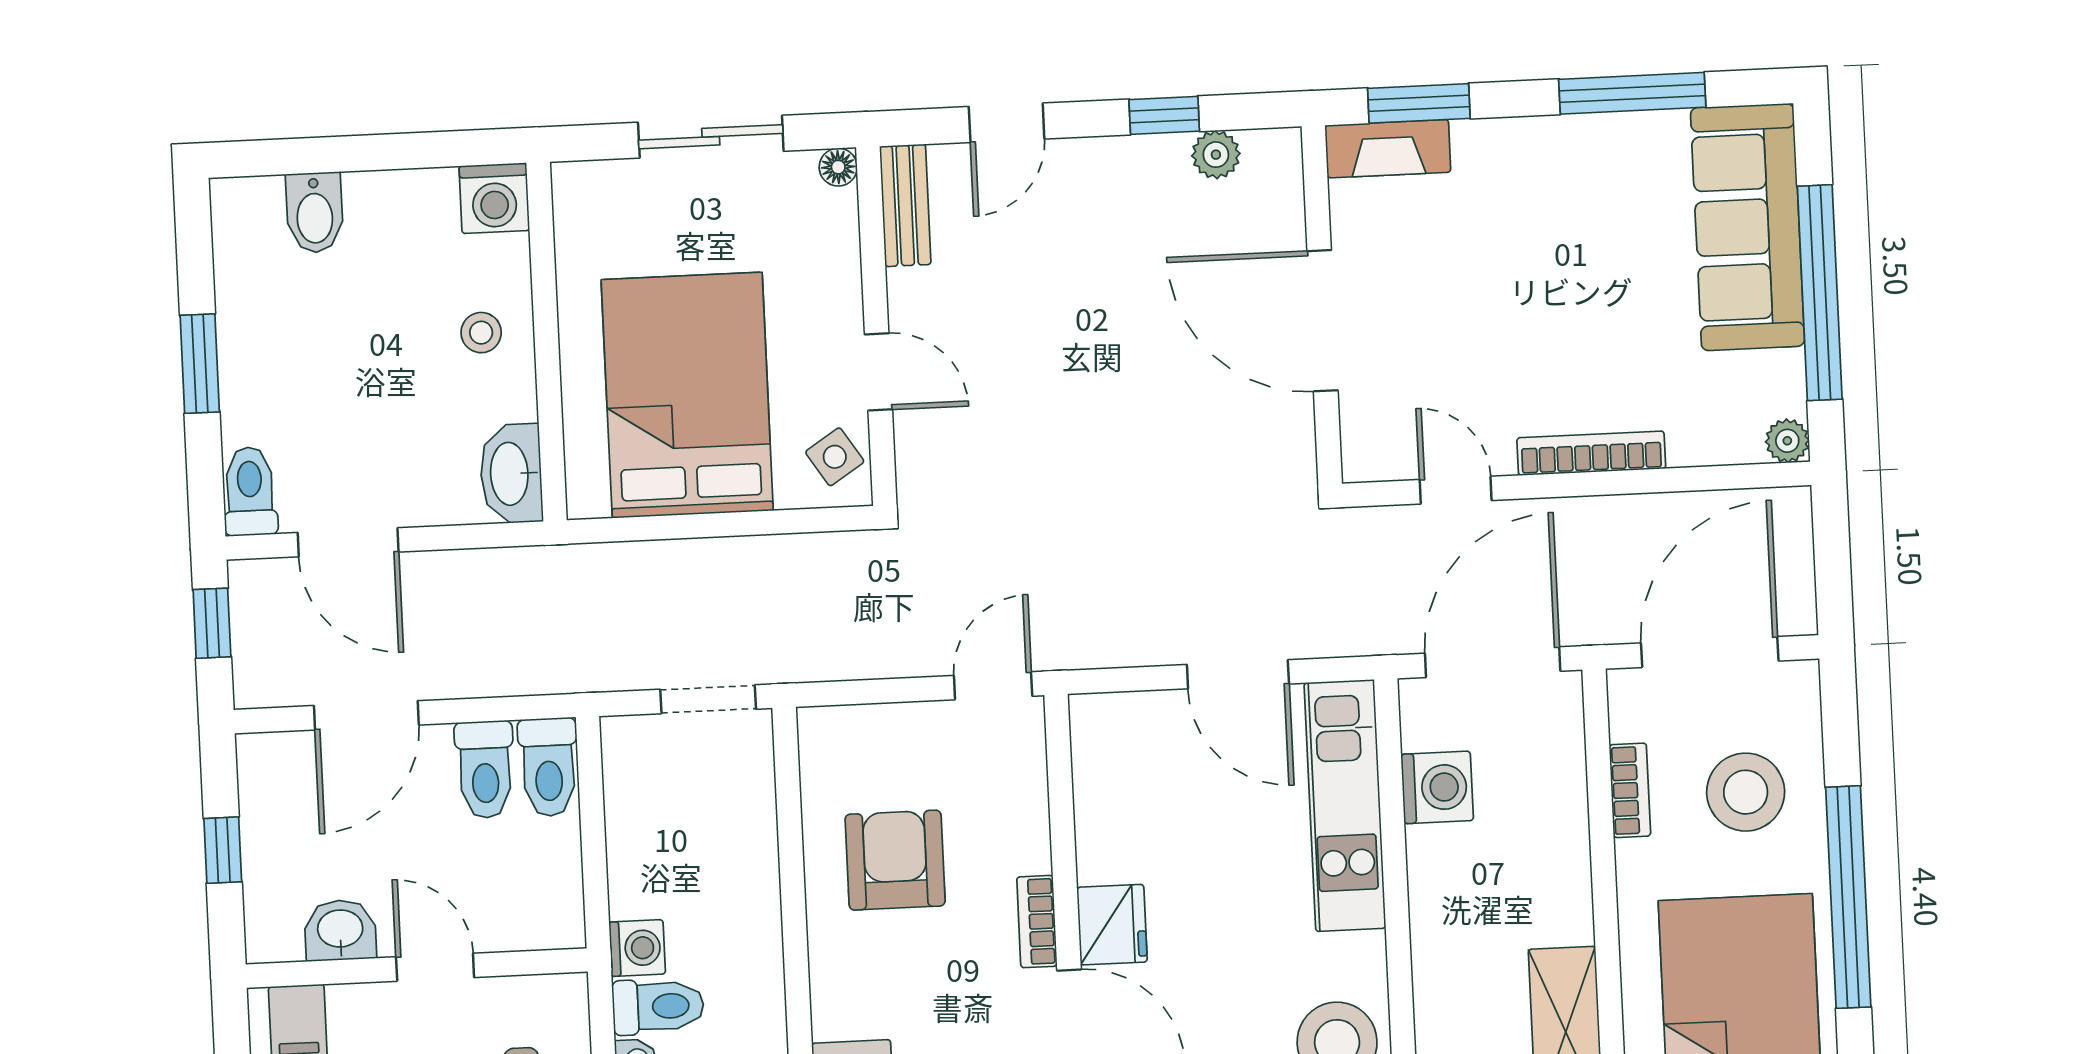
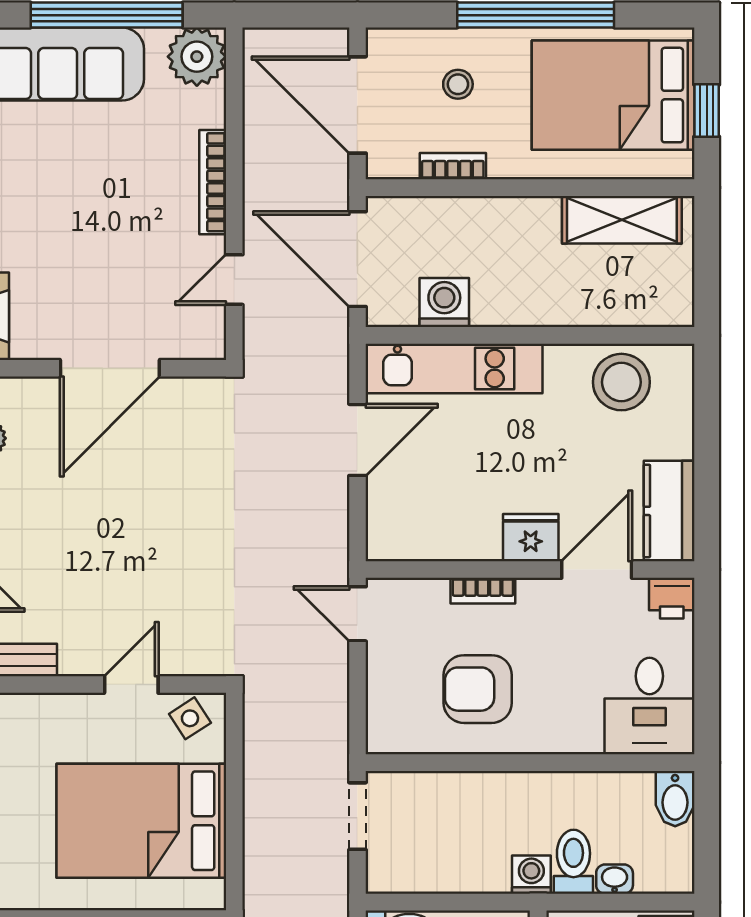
plant: (1787, 441) -> (197, 57), width x1.88, depth x1.88
stool: (1746, 792) -> (458, 84), width x0.53, depth x0.53
bookcase: (1037, 922) -> (483, 591), moved

